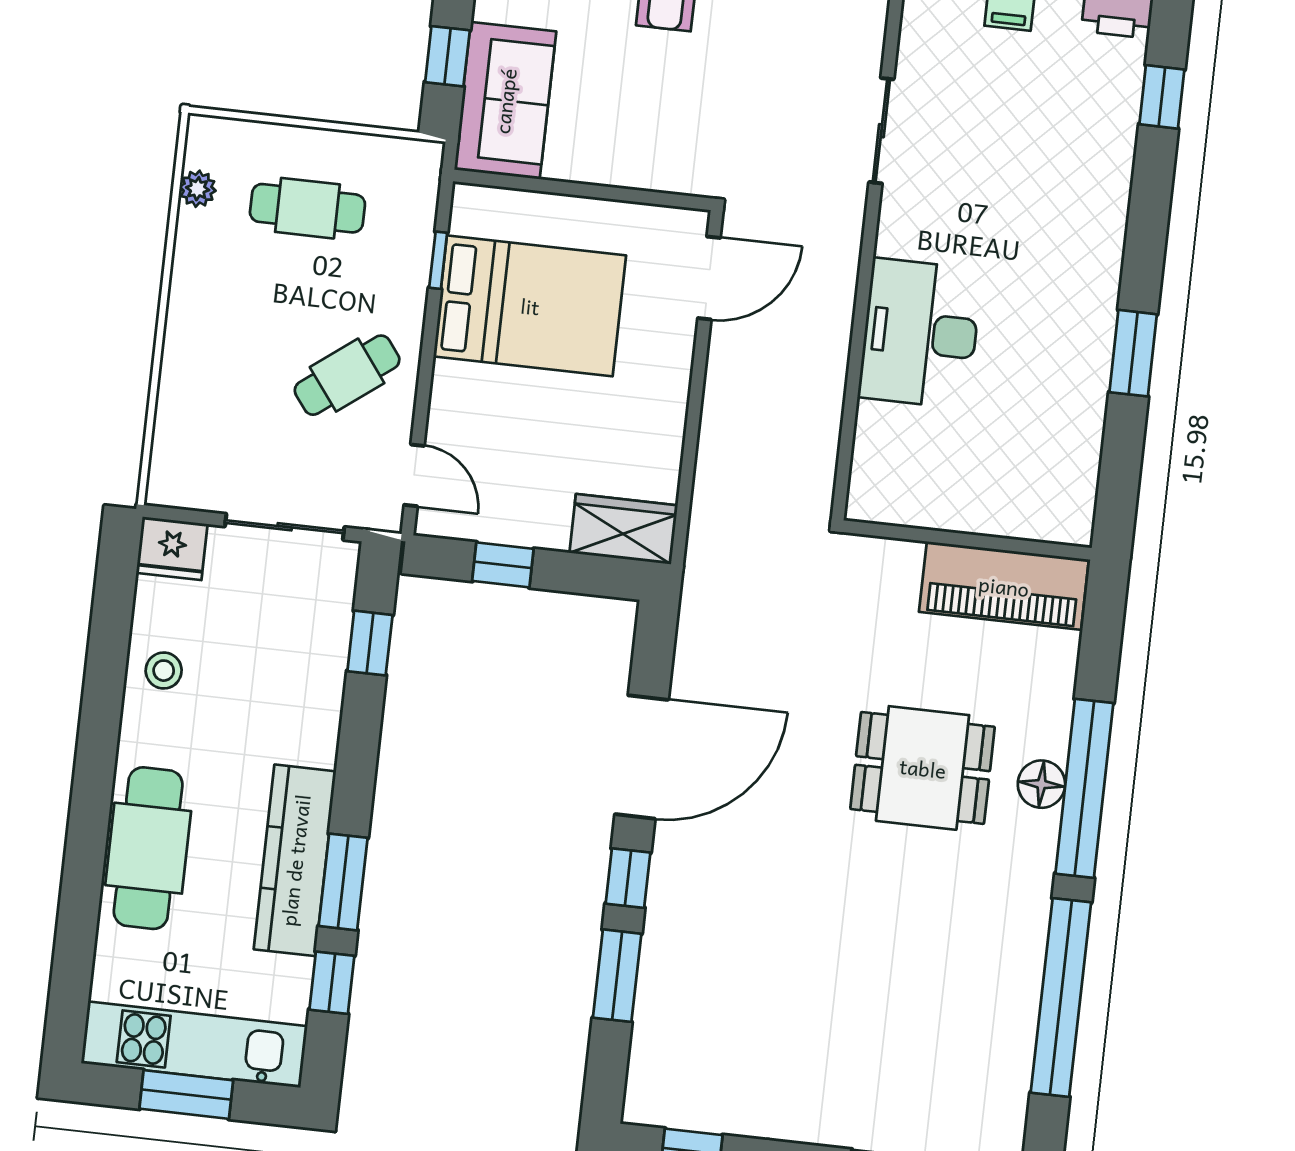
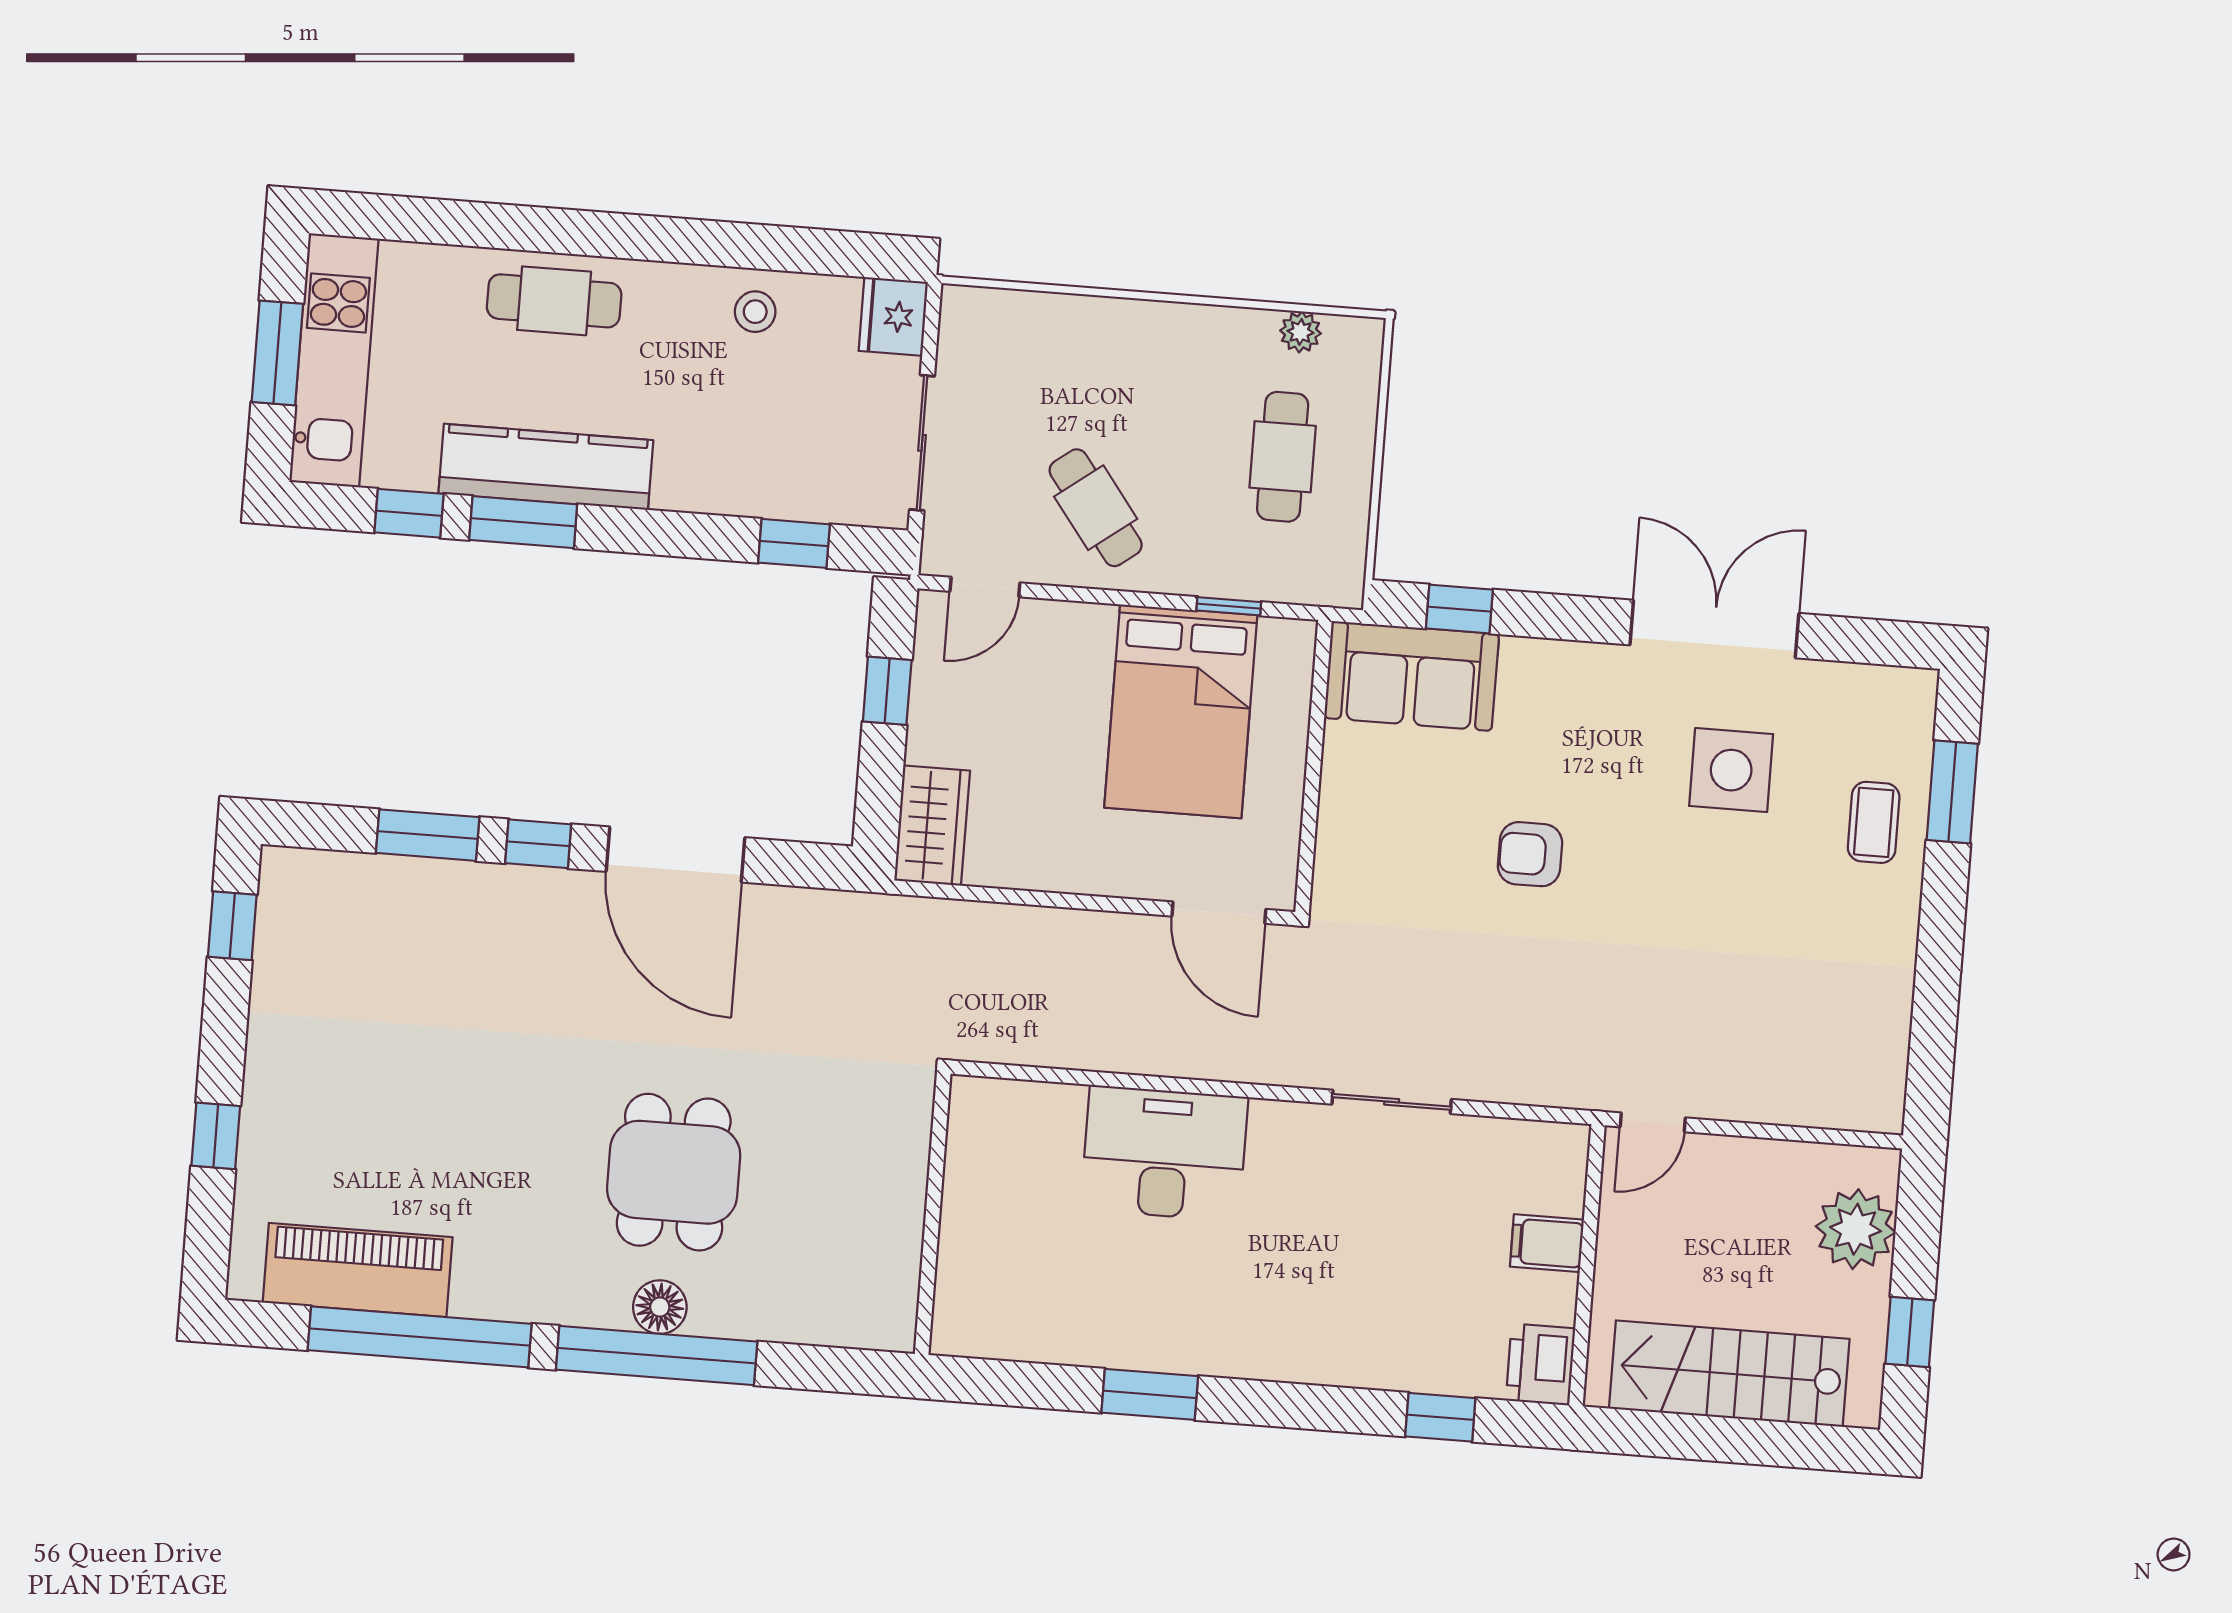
piano: (1004, 586) -> (358, 1270), moved, turned 90
cafe table: (148, 848) -> (554, 301), width x0.73, depth x0.74

